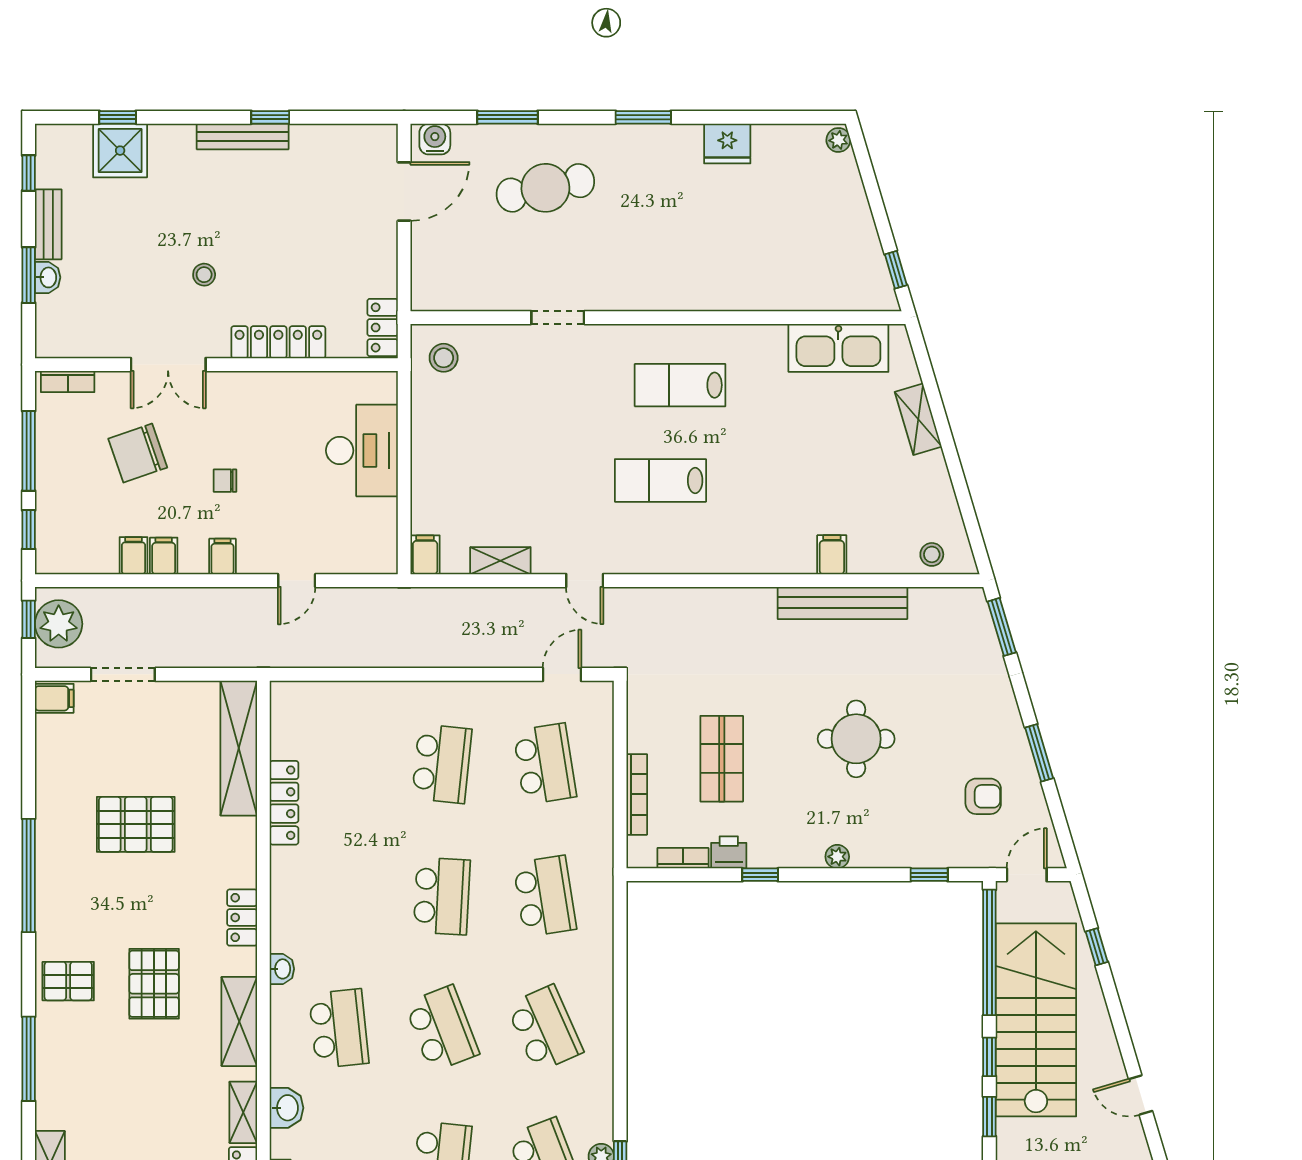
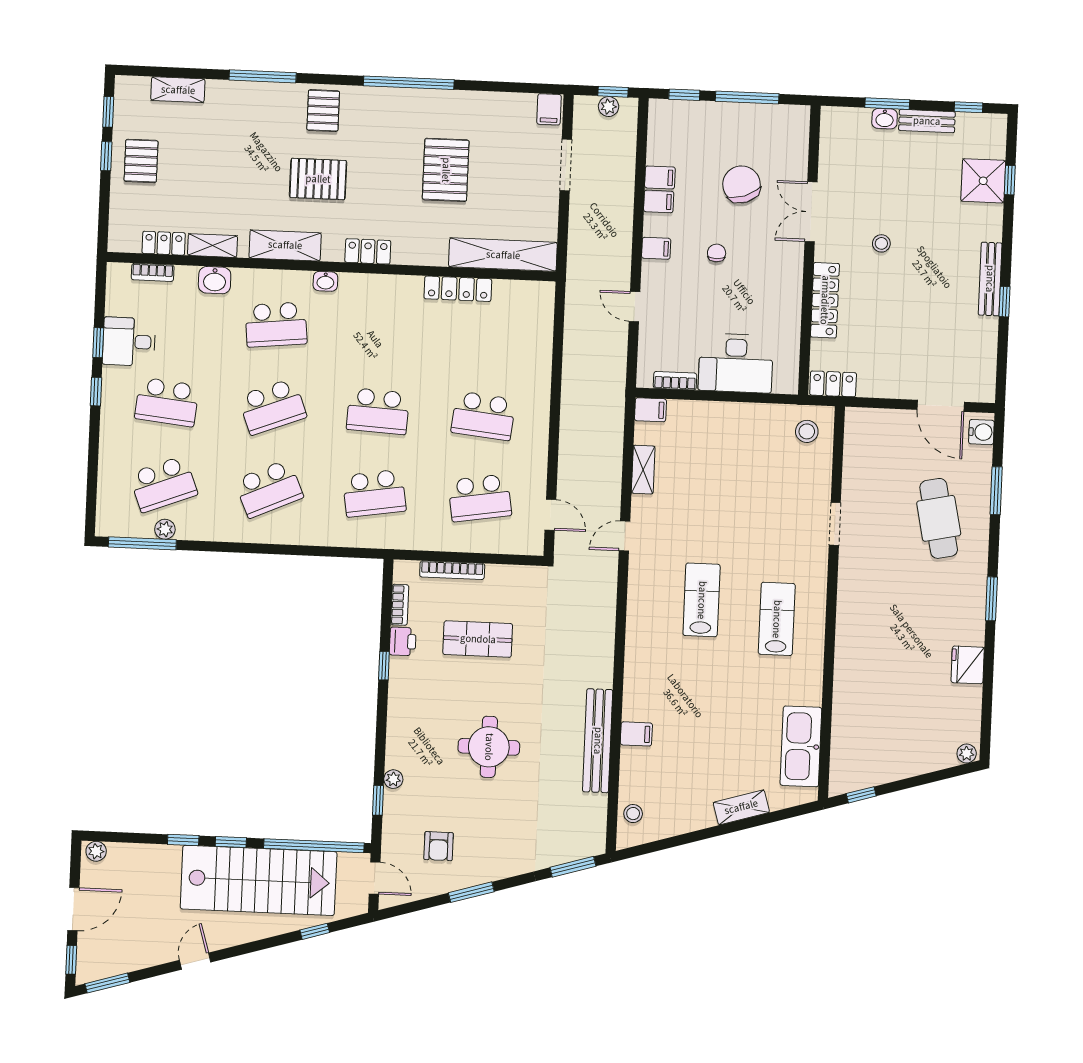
bookcase: (68, 382) -> (675, 381), moved, turned 90
plant: (59, 624) -> (609, 107), width x0.53, depth x0.53
plant: (837, 857) -> (393, 779), moved

